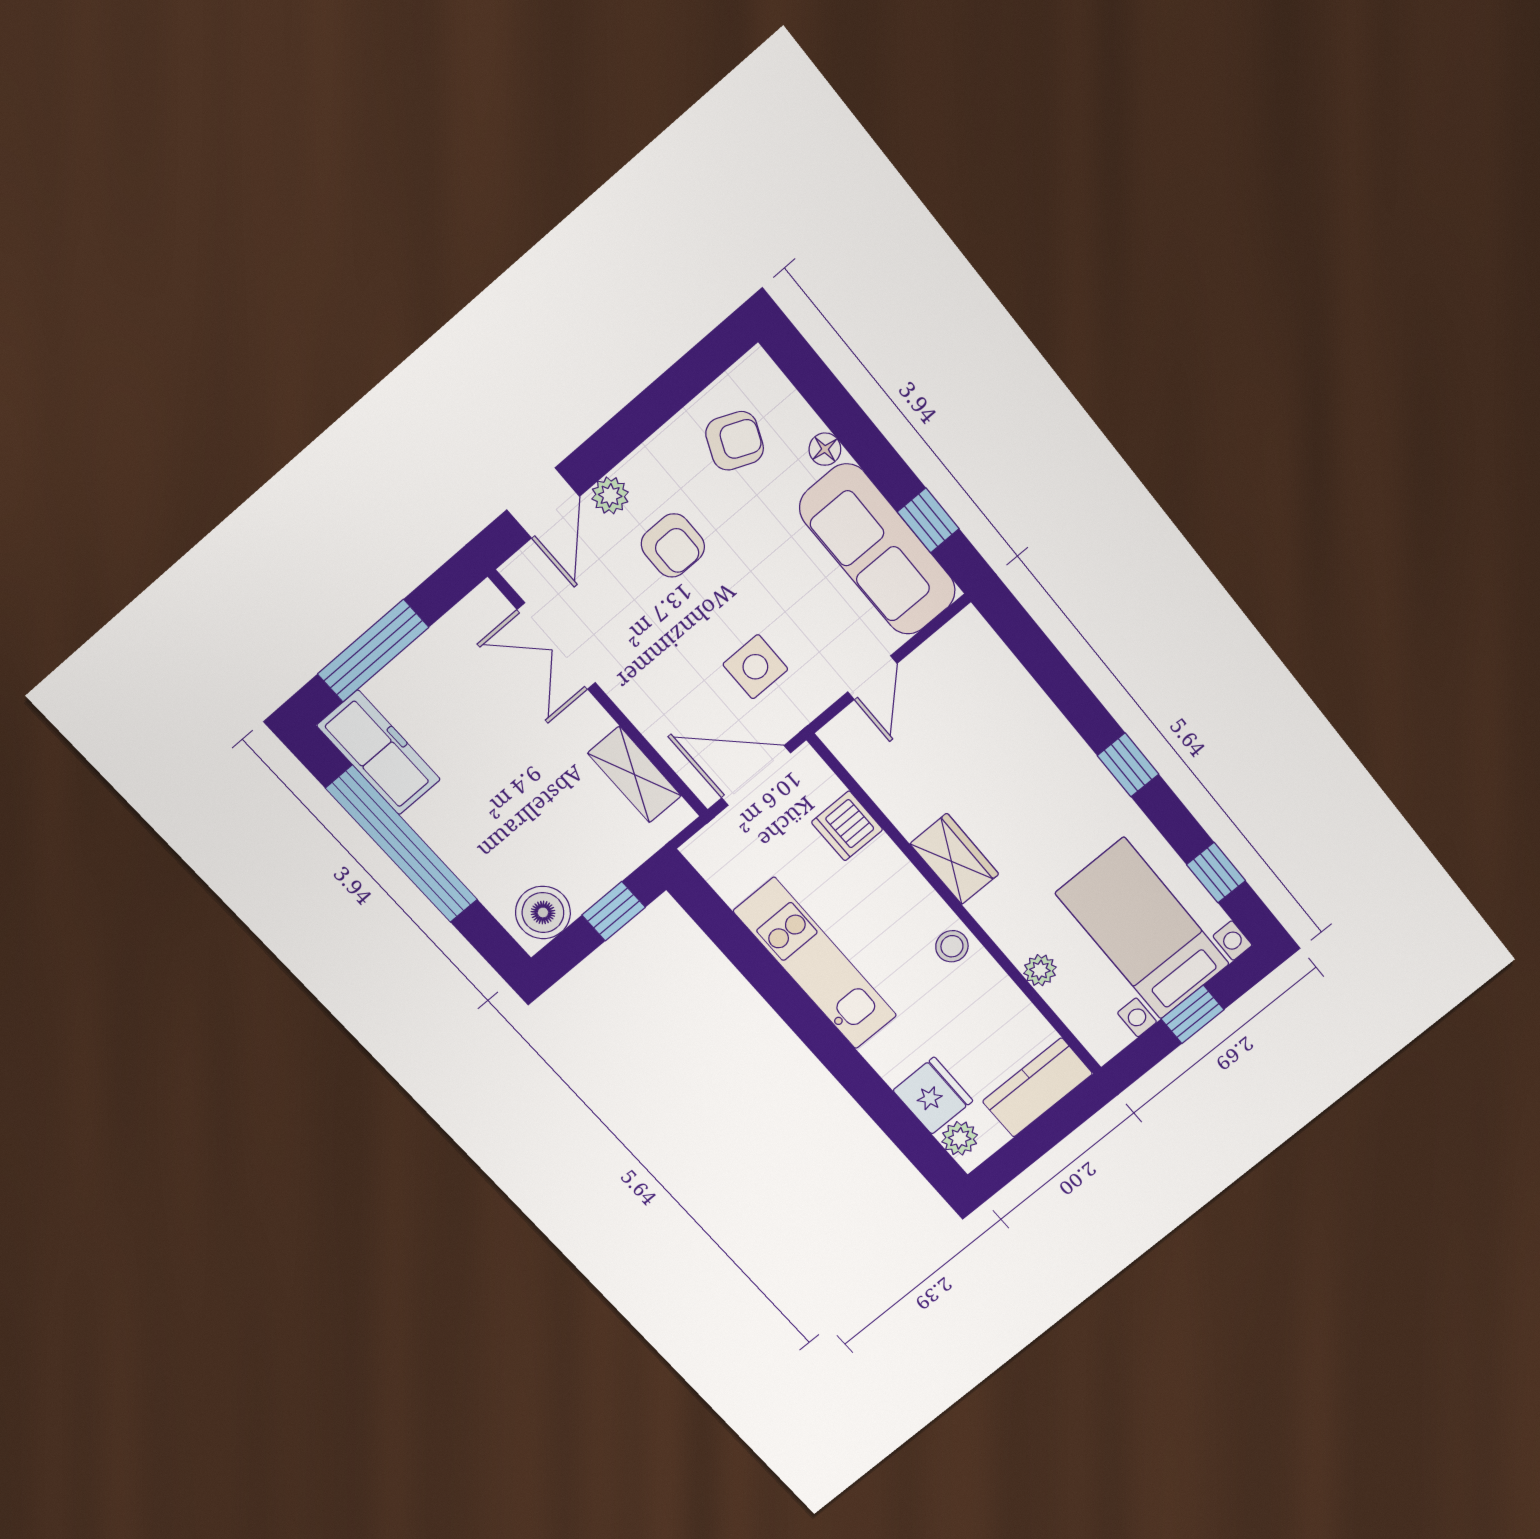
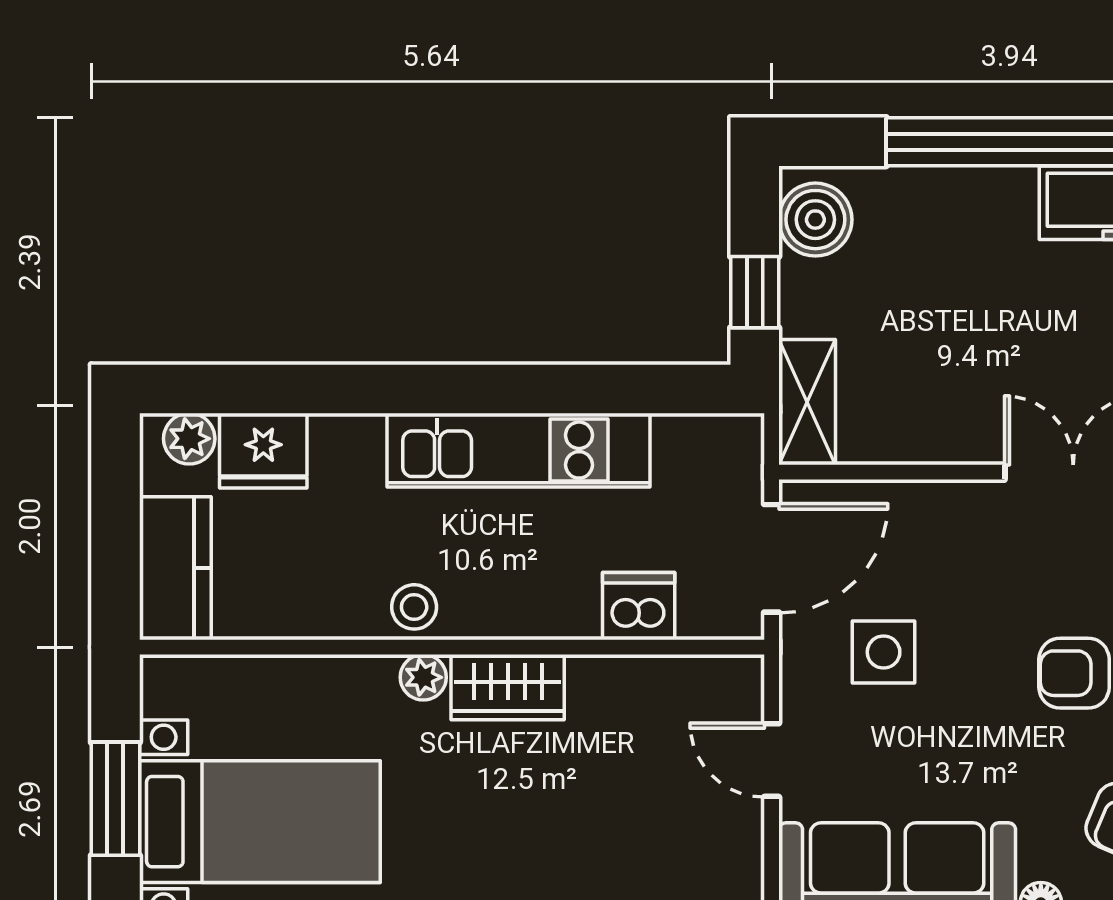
shelving: (634, 775) -> (807, 402), moved, turned 90
plant: (1040, 970) -> (423, 677), moved
window: (1193, 1014) -> (115, 799), width x1.50

